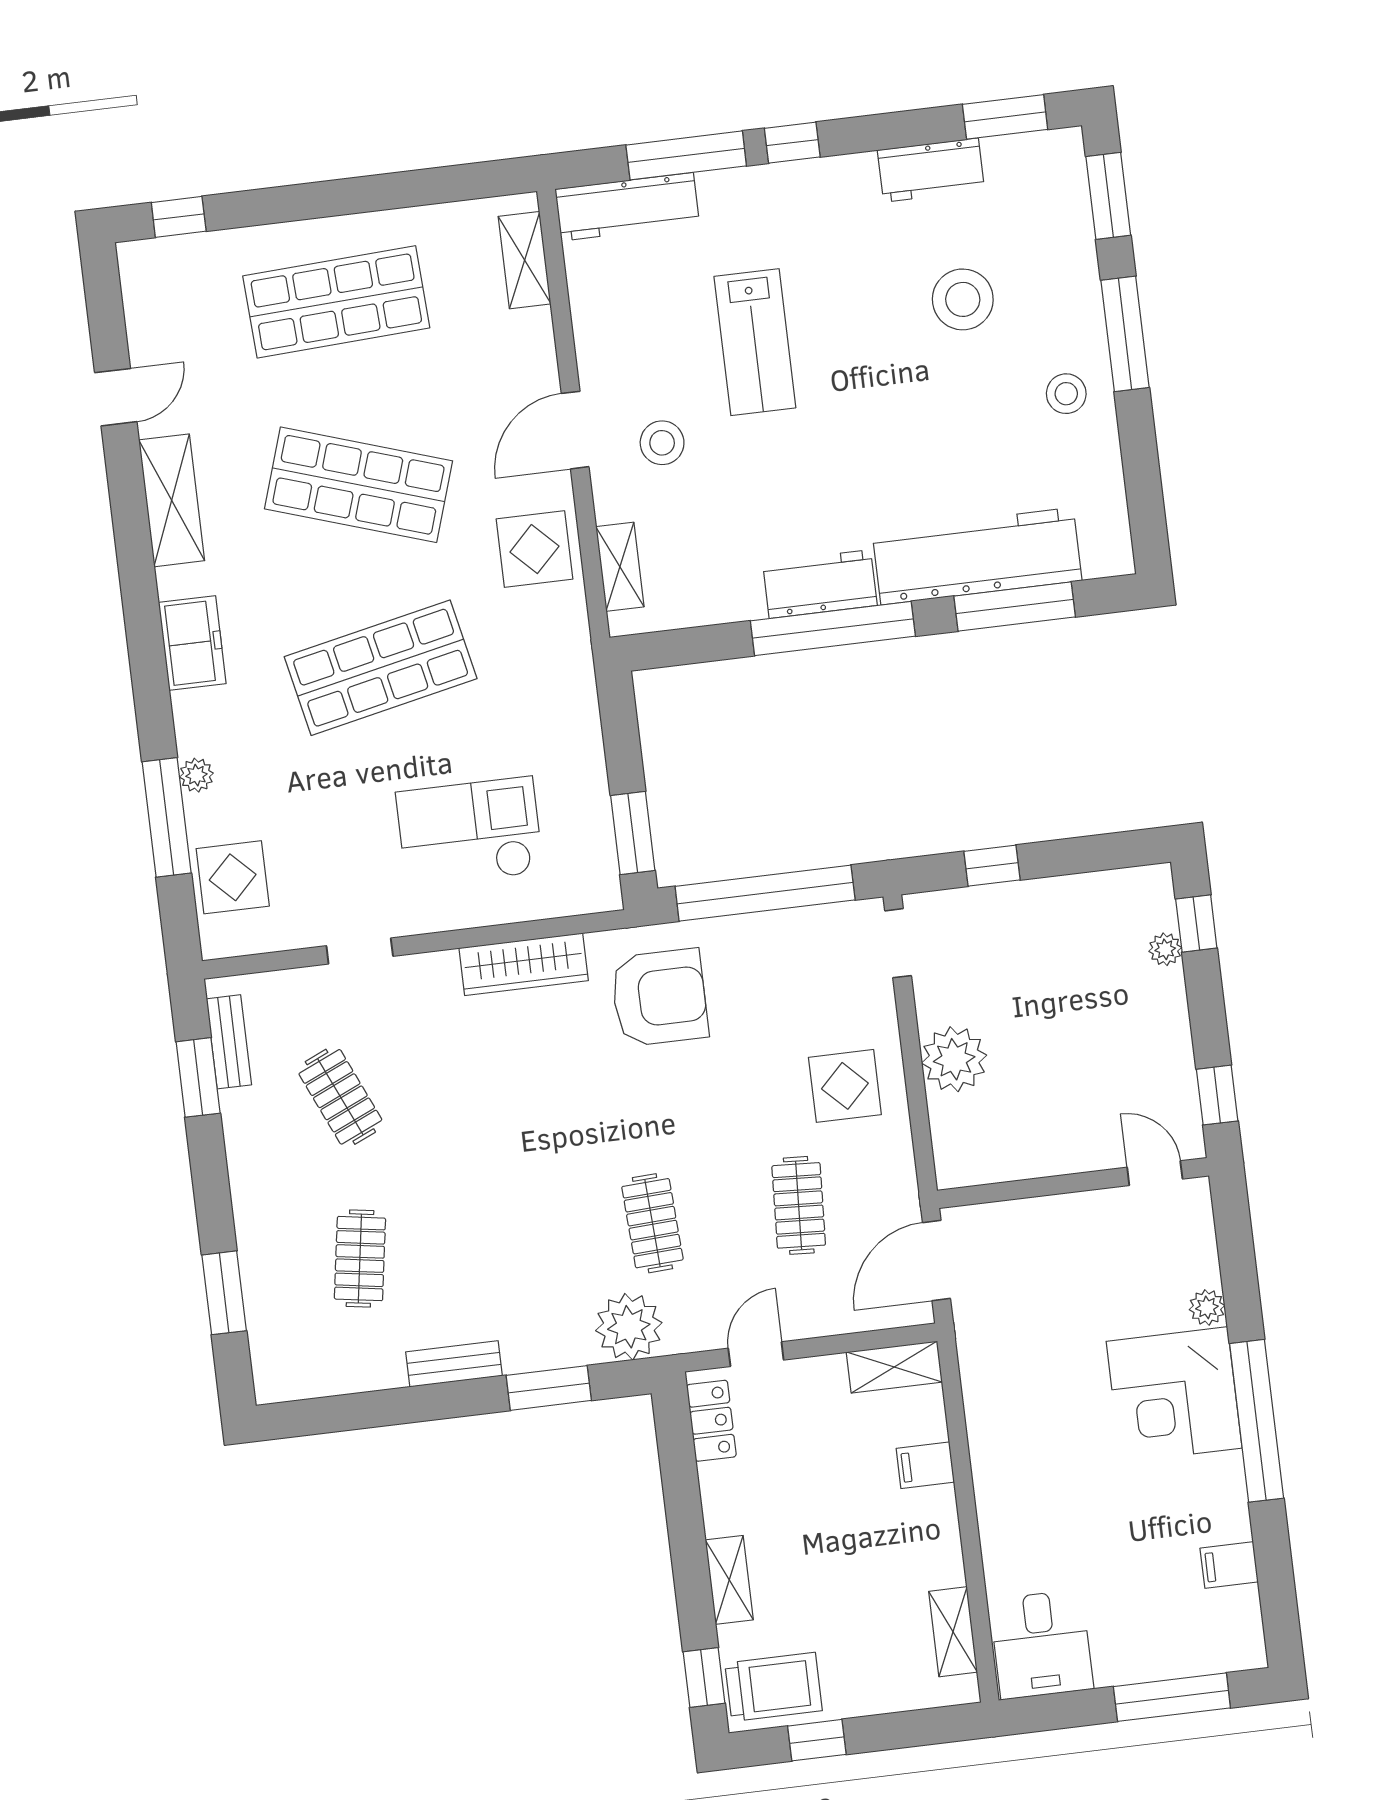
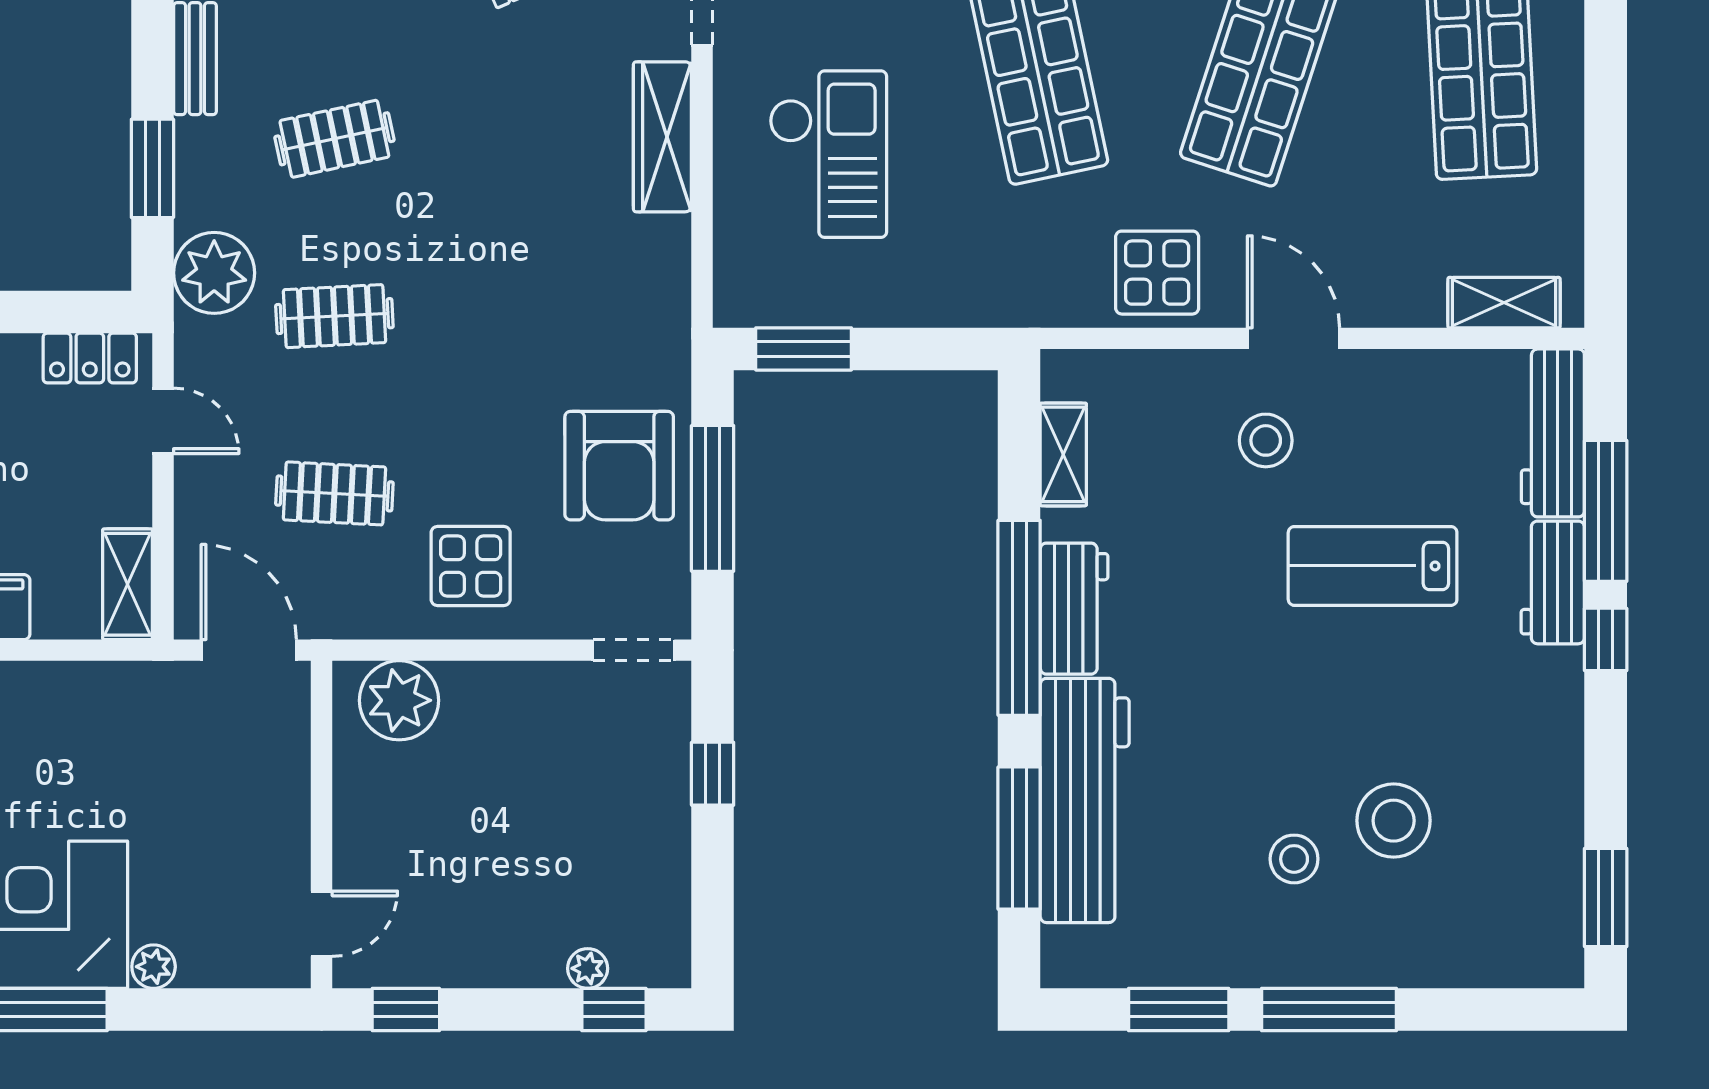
workbench: (931, 170) -> (1553, 582), moved
window: (1108, 196) -> (1179, 1009), moved
stool: (1066, 394) -> (1294, 859), moved
shelving: (620, 567) -> (1063, 454), moved, turned 90
window: (765, 893) -> (713, 498), width x0.68
wardrobe: (524, 964) -> (662, 137), moved
armchair: (659, 998) -> (619, 466), moved
plant: (954, 1059) -> (399, 700), moved
clothes rail: (506, 1241) -> (334, 139), added

